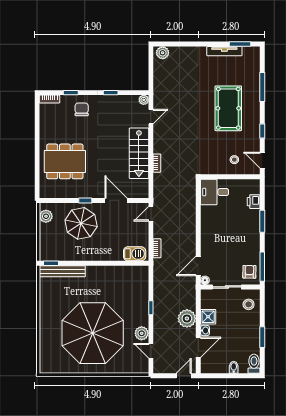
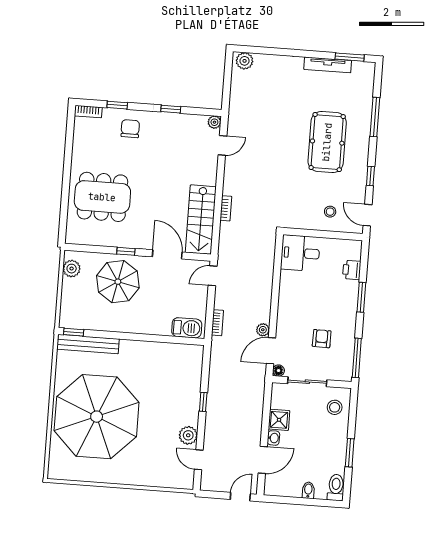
stairs: (139, 153) -> (201, 220), moved
armchair: (249, 272) -> (322, 339), moved
plant: (187, 318) -> (263, 330), moved, width x0.53, depth x0.53
parasol: (93, 333) -> (97, 417), moved

